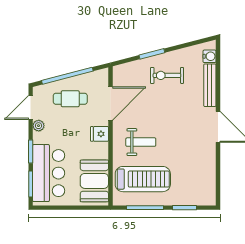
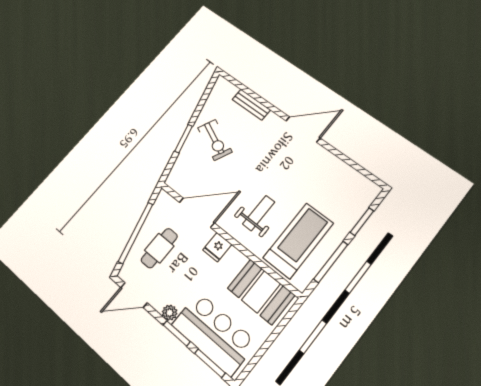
water cooler: (210, 56) -> (229, 90), removed
exercise bike: (167, 75) -> (215, 140), turned -65
bench: (210, 85) -> (251, 105), width x0.73
door: (111, 103) -> (197, 213), hinge flipped
door: (31, 107) -> (134, 295), hinge flipped
plant: (39, 126) -> (170, 313), moved

